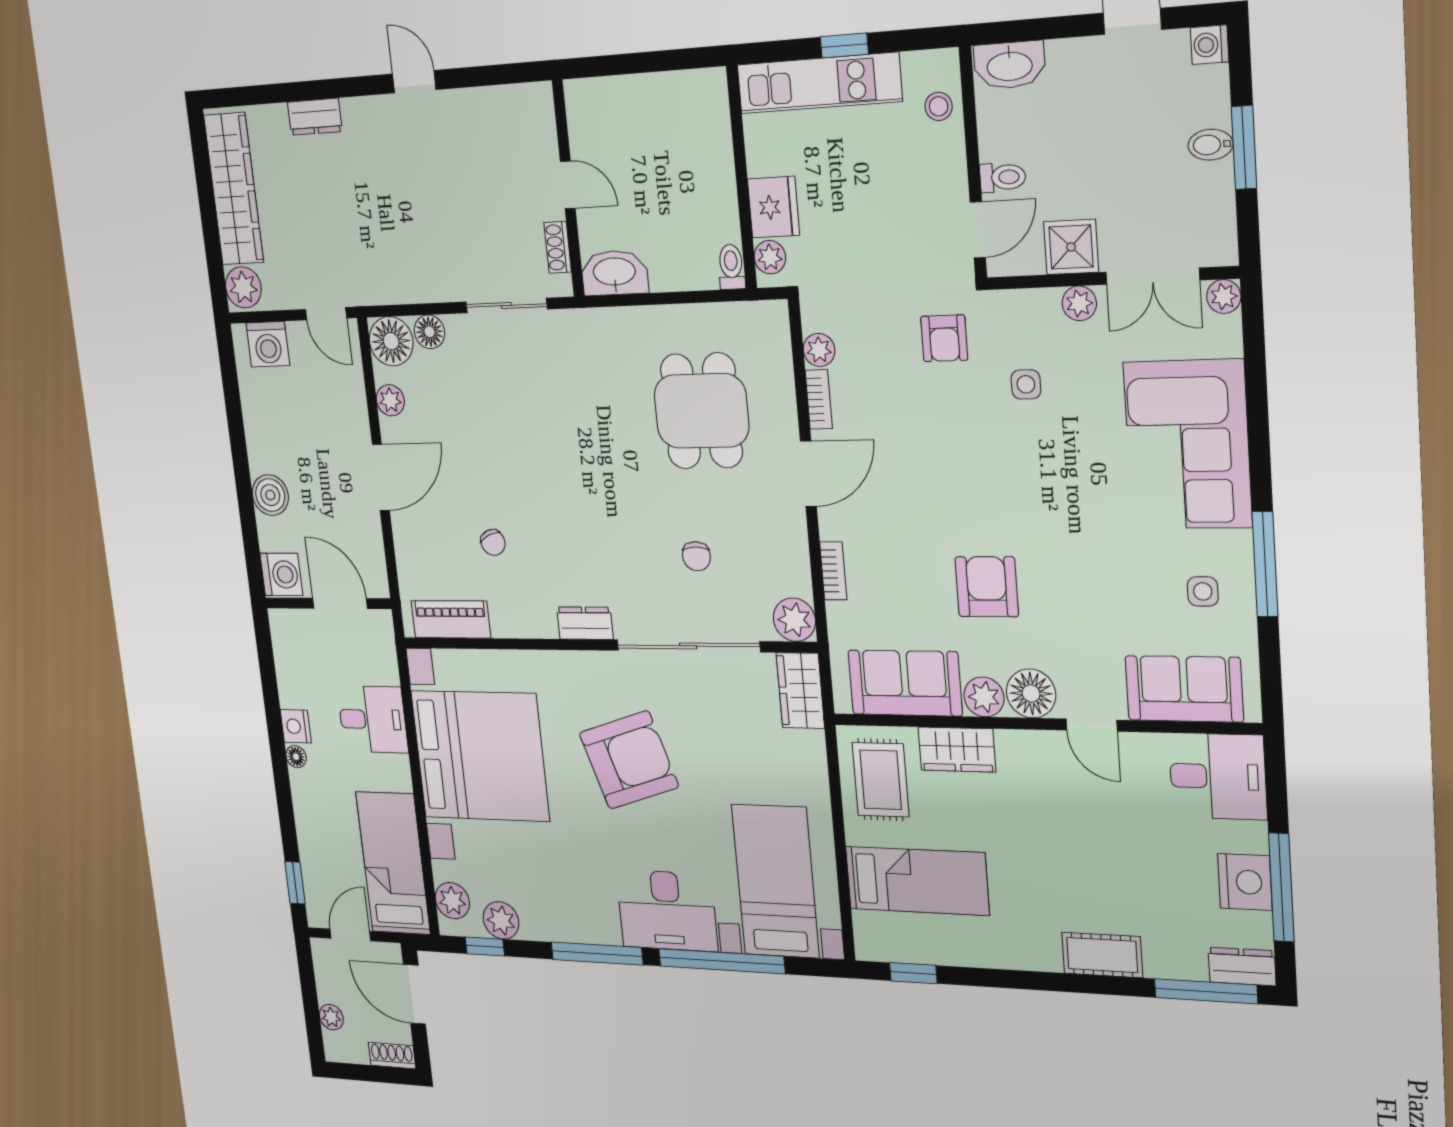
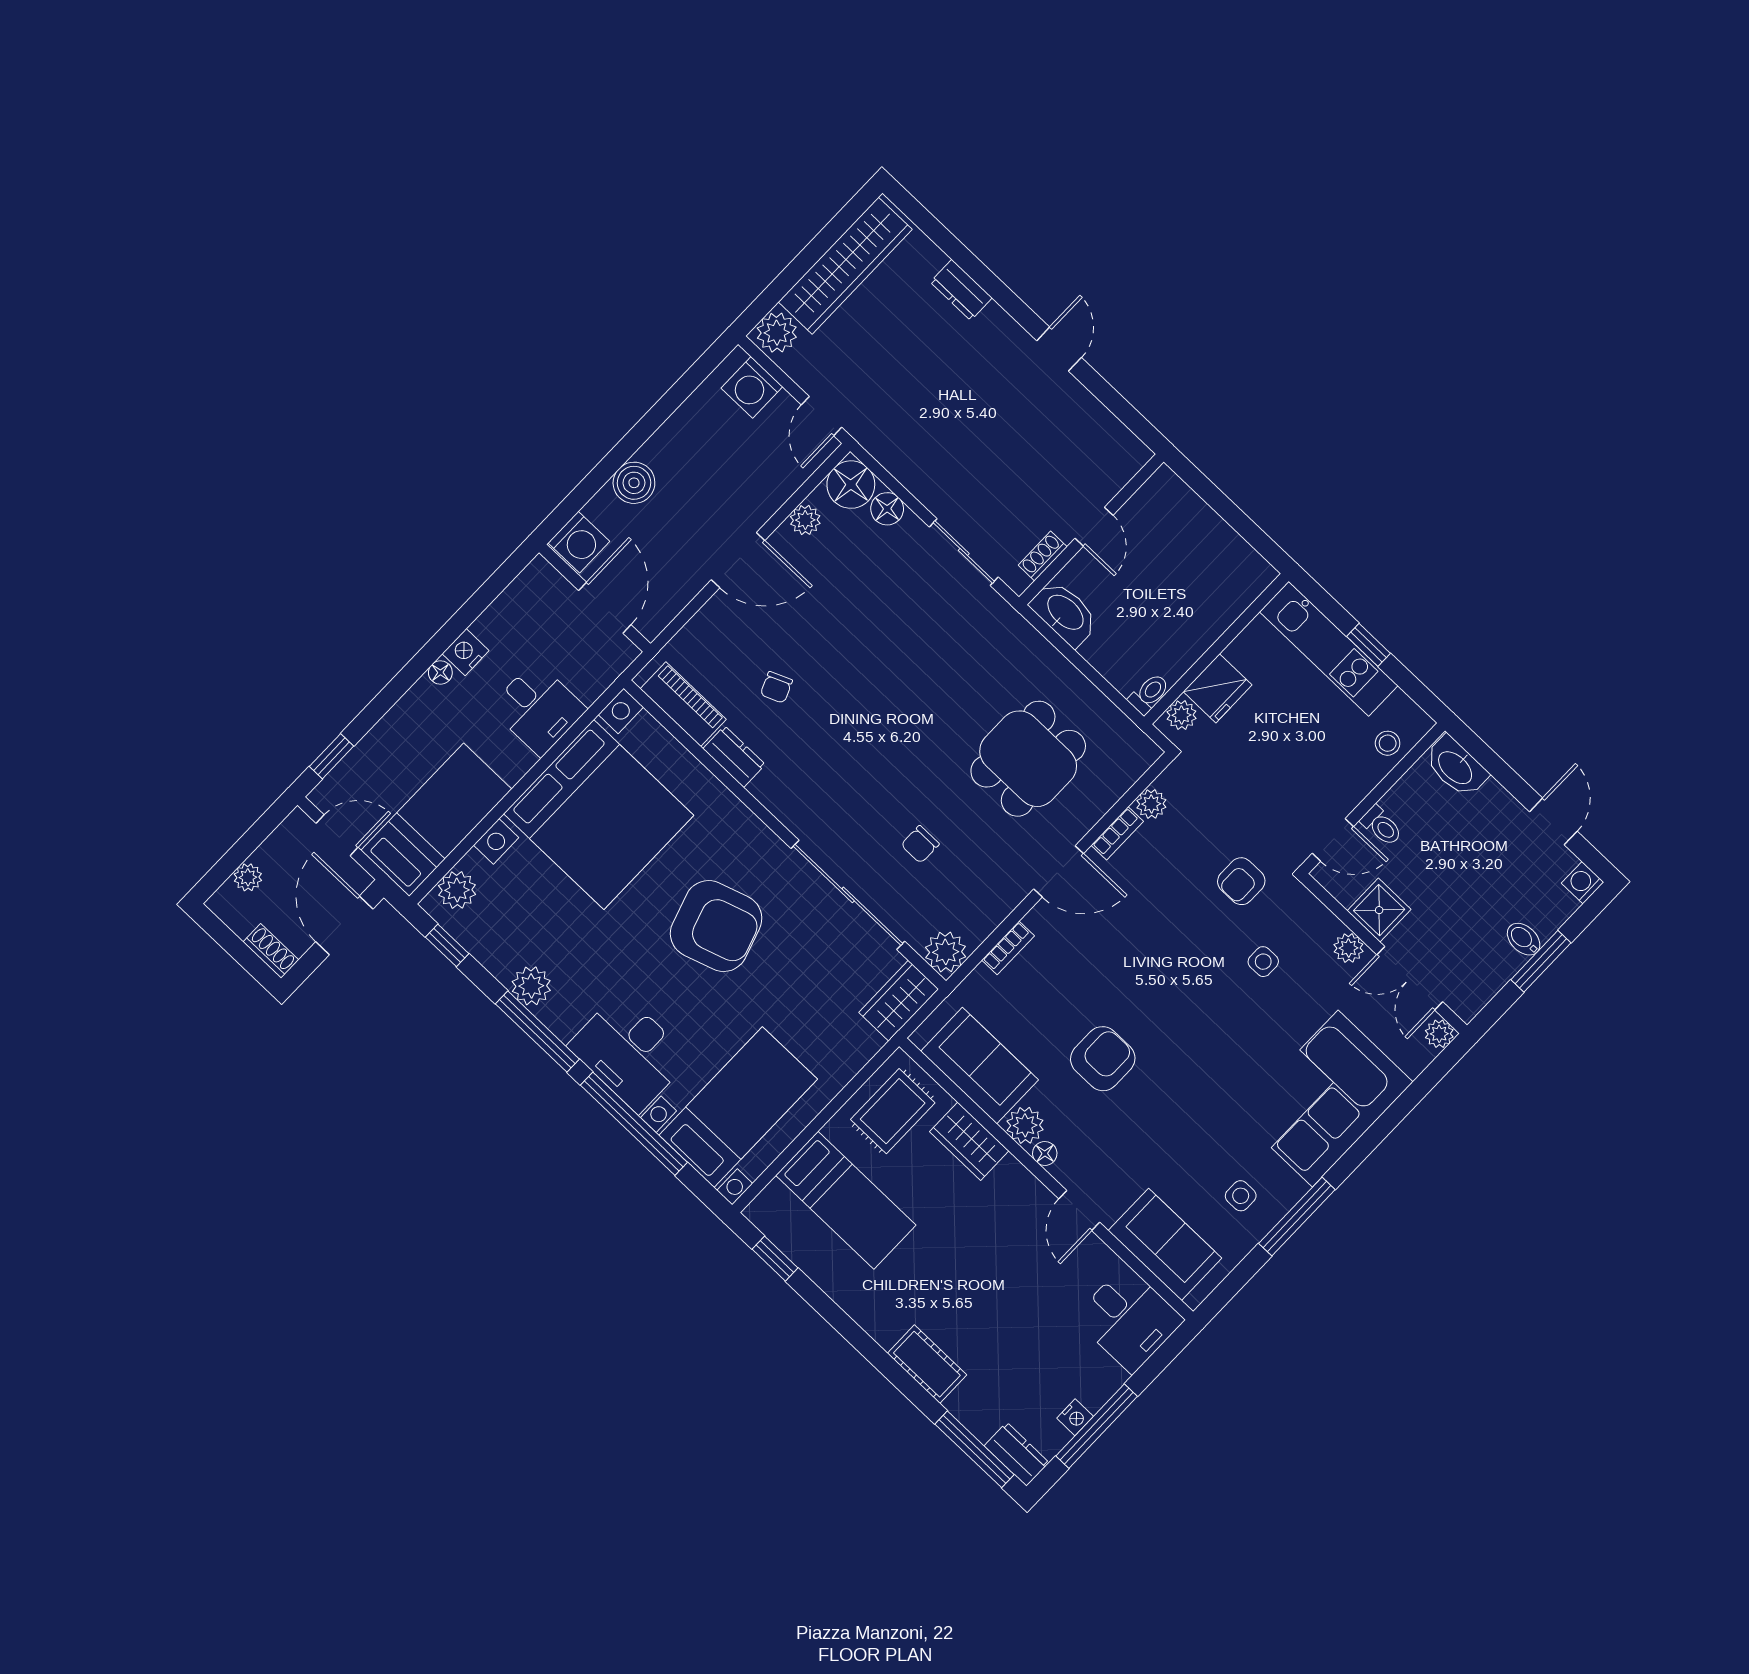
dresser: (585, 623) -> (734, 757), moved
floor lamp: (1031, 693) -> (1045, 1153), width x0.53, depth x0.53
nightstand: (1245, 882) -> (1075, 1417), width x0.53, depth x0.56
plant: (501, 920) -> (531, 986), moved

